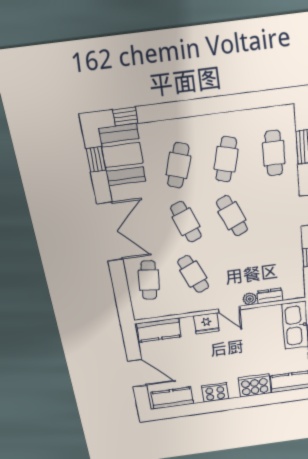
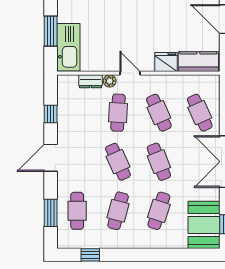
window: (125, 116) -> (90, 255), moved
cafe table: (238, 268) -> (118, 113), added
cafe table: (149, 280) -> (200, 113), turned -30
fridge: (206, 323) -> (166, 62), moved

